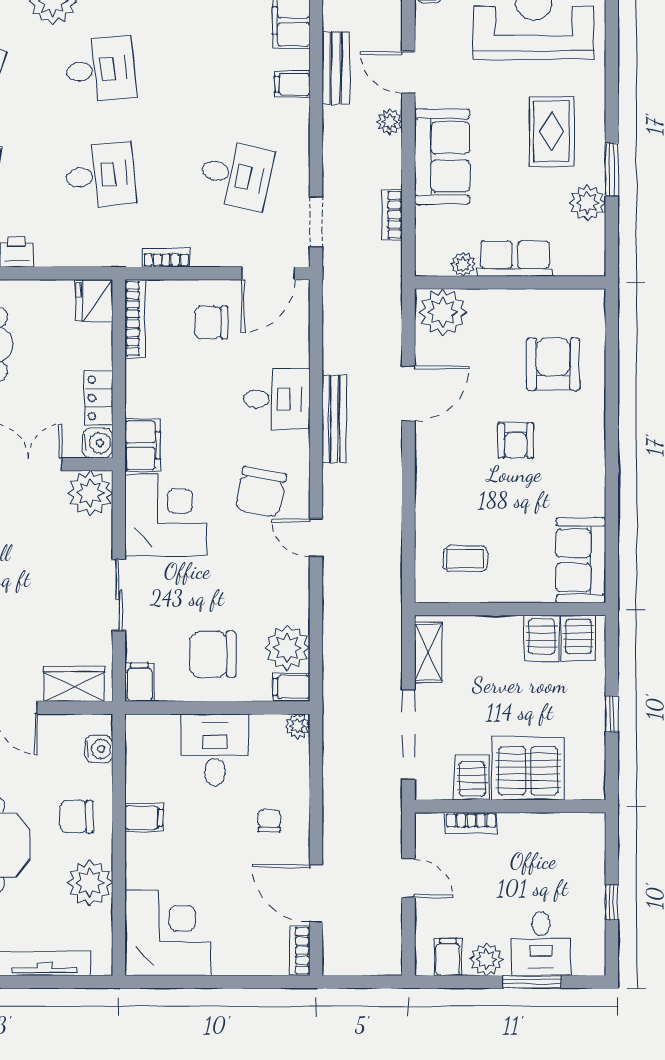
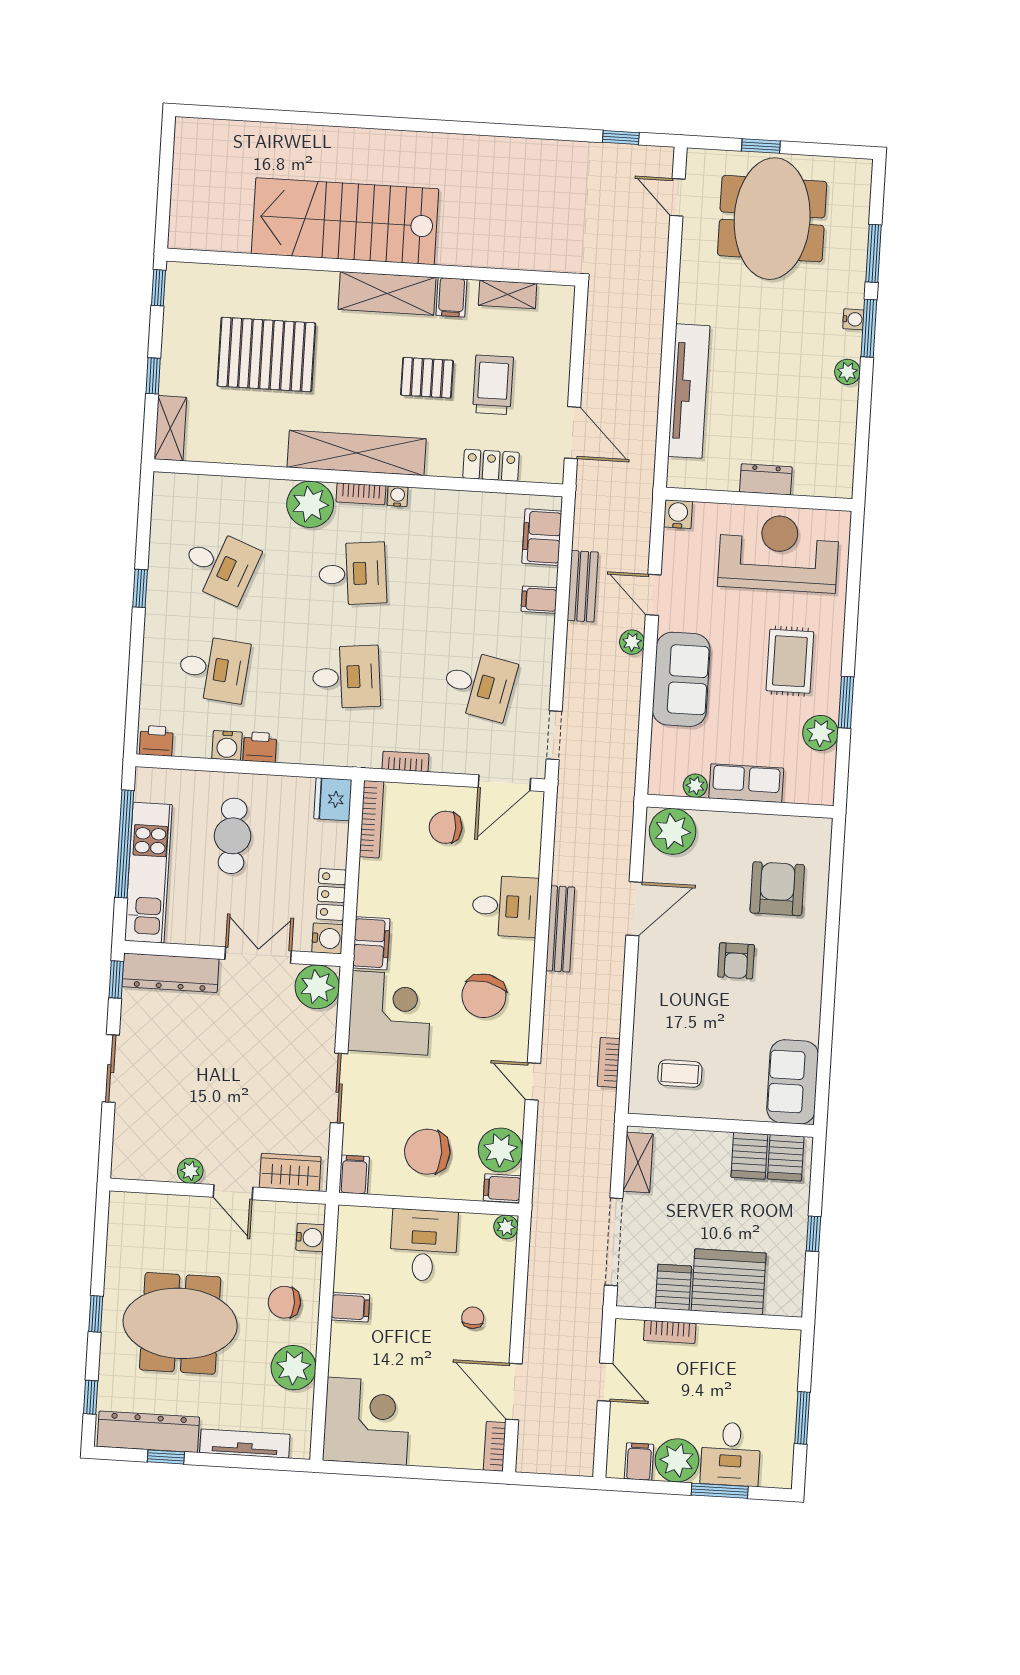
bookcase: (392, 215) -> (609, 1062), moved
door: (316, 538) -> (533, 1082), moved
window: (612, 902) -> (802, 1418), width x1.50
plant: (486, 959) -> (677, 1460), width x1.36, depth x1.36

